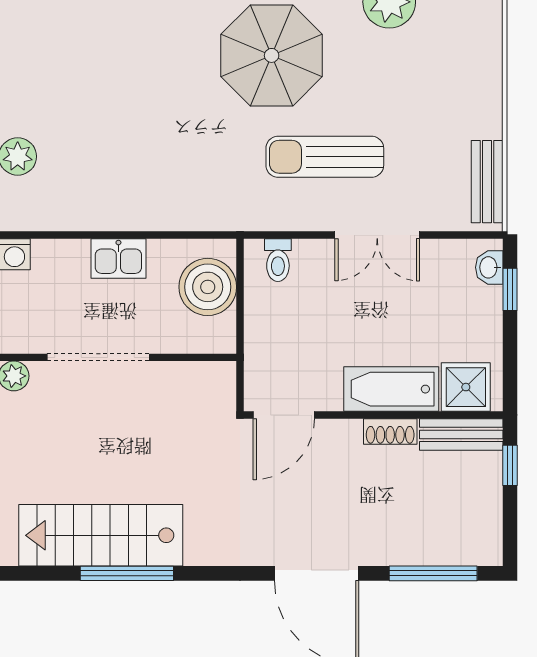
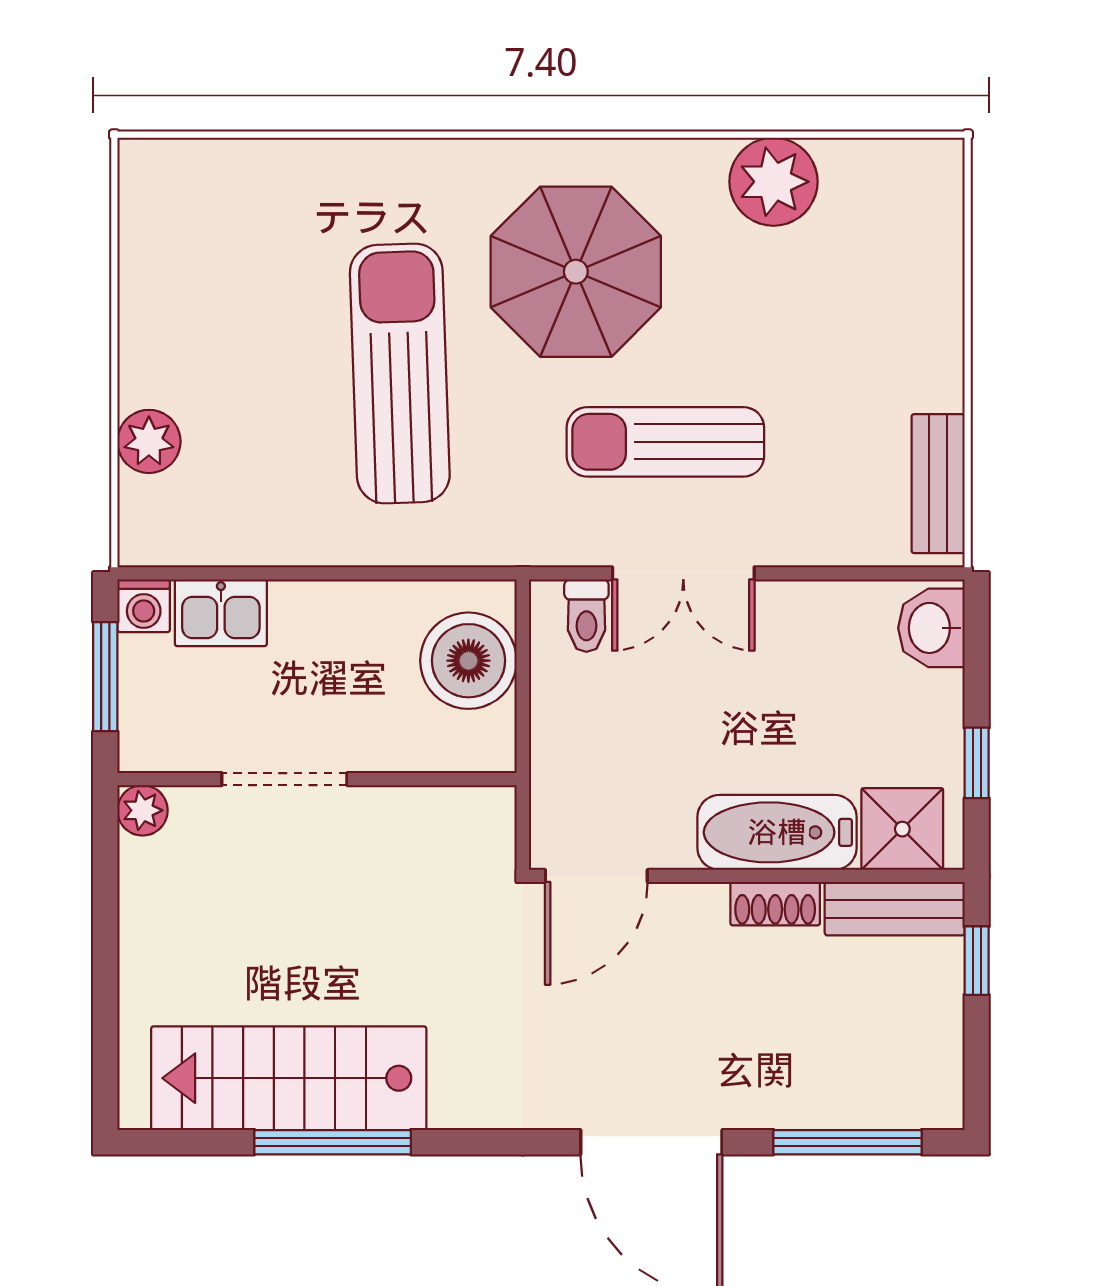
sun lounger: (167, 116) -> (400, 374), added
double door: (377, 235) -> (683, 573), moved
kitchen sink: (118, 258) -> (221, 613), moved
washbasin: (489, 267) -> (931, 628), width x1.38, depth x1.45
window: (510, 289) -> (977, 763), moved
doorway: (98, 357) -> (284, 779), width x0.73

